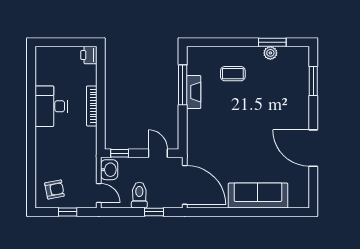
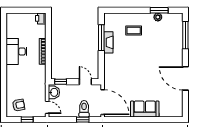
window: (313, 81) -> (185, 35), width x1.44
toilet: (139, 195) -> (84, 109), moved
sofa: (258, 195) -> (145, 109), width x0.73

